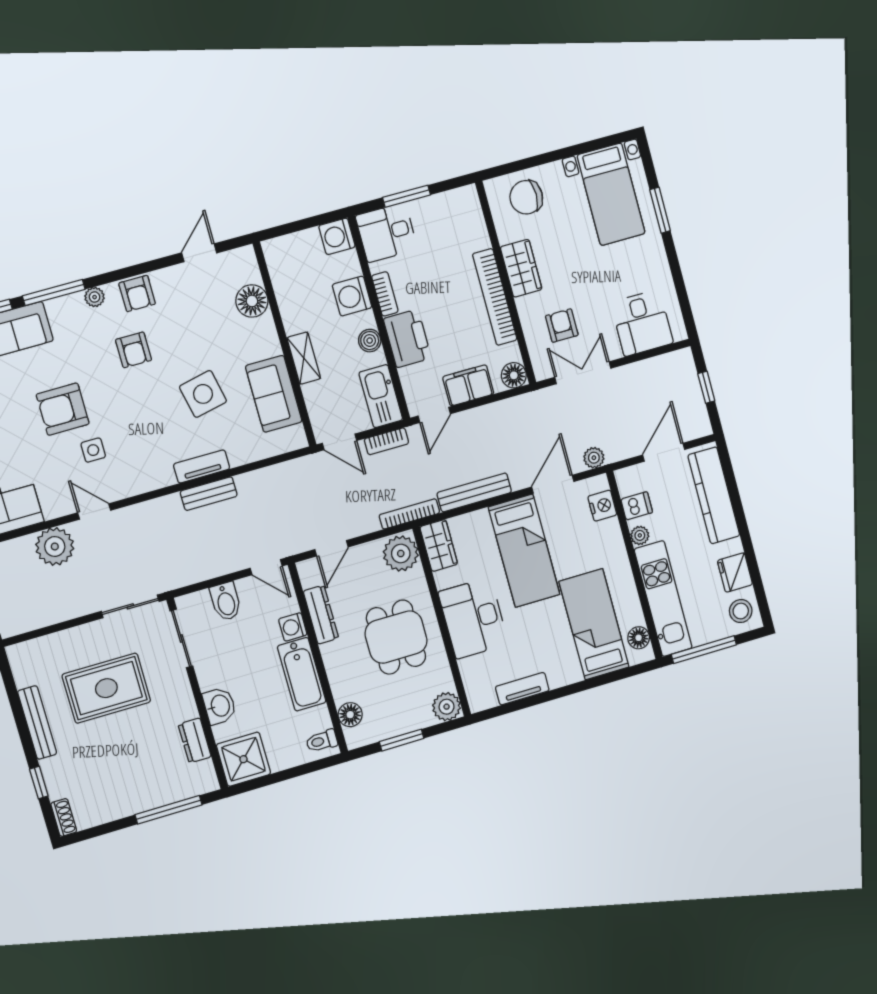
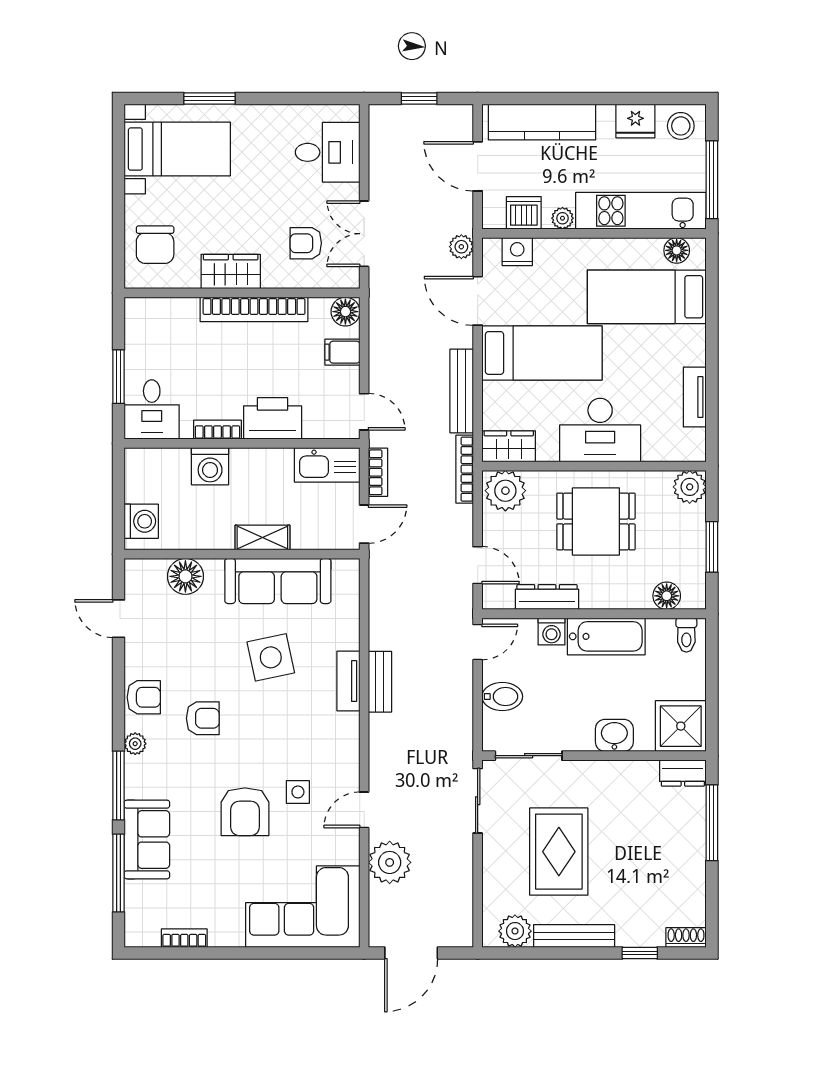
washing machine: (337, 236) -> (141, 521), moved, turned -90
boiler: (370, 341) -> (263, 460), removed
filing cabinet: (468, 385) -> (342, 352), width x0.50
sofa: (274, 394) -> (278, 581), width x1.36
dishwasher: (637, 506) -> (524, 213), width x1.38
plant: (27, 671) -> (515, 931), added
dresser: (195, 741) -> (683, 773), moved

